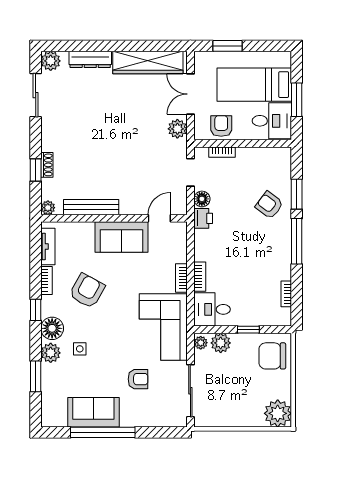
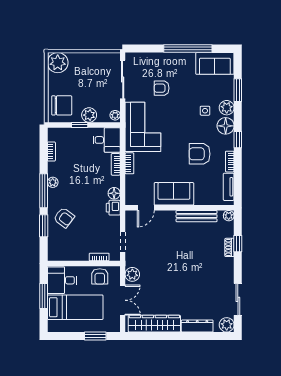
floor lamp: (202, 199) -> (114, 193), moved
plant: (284, 253) -> (53, 182), added
armchair: (87, 291) -> (200, 154), turned 61
plant: (221, 343) -> (89, 115), moved
sofa: (93, 412) -> (215, 63), moved

